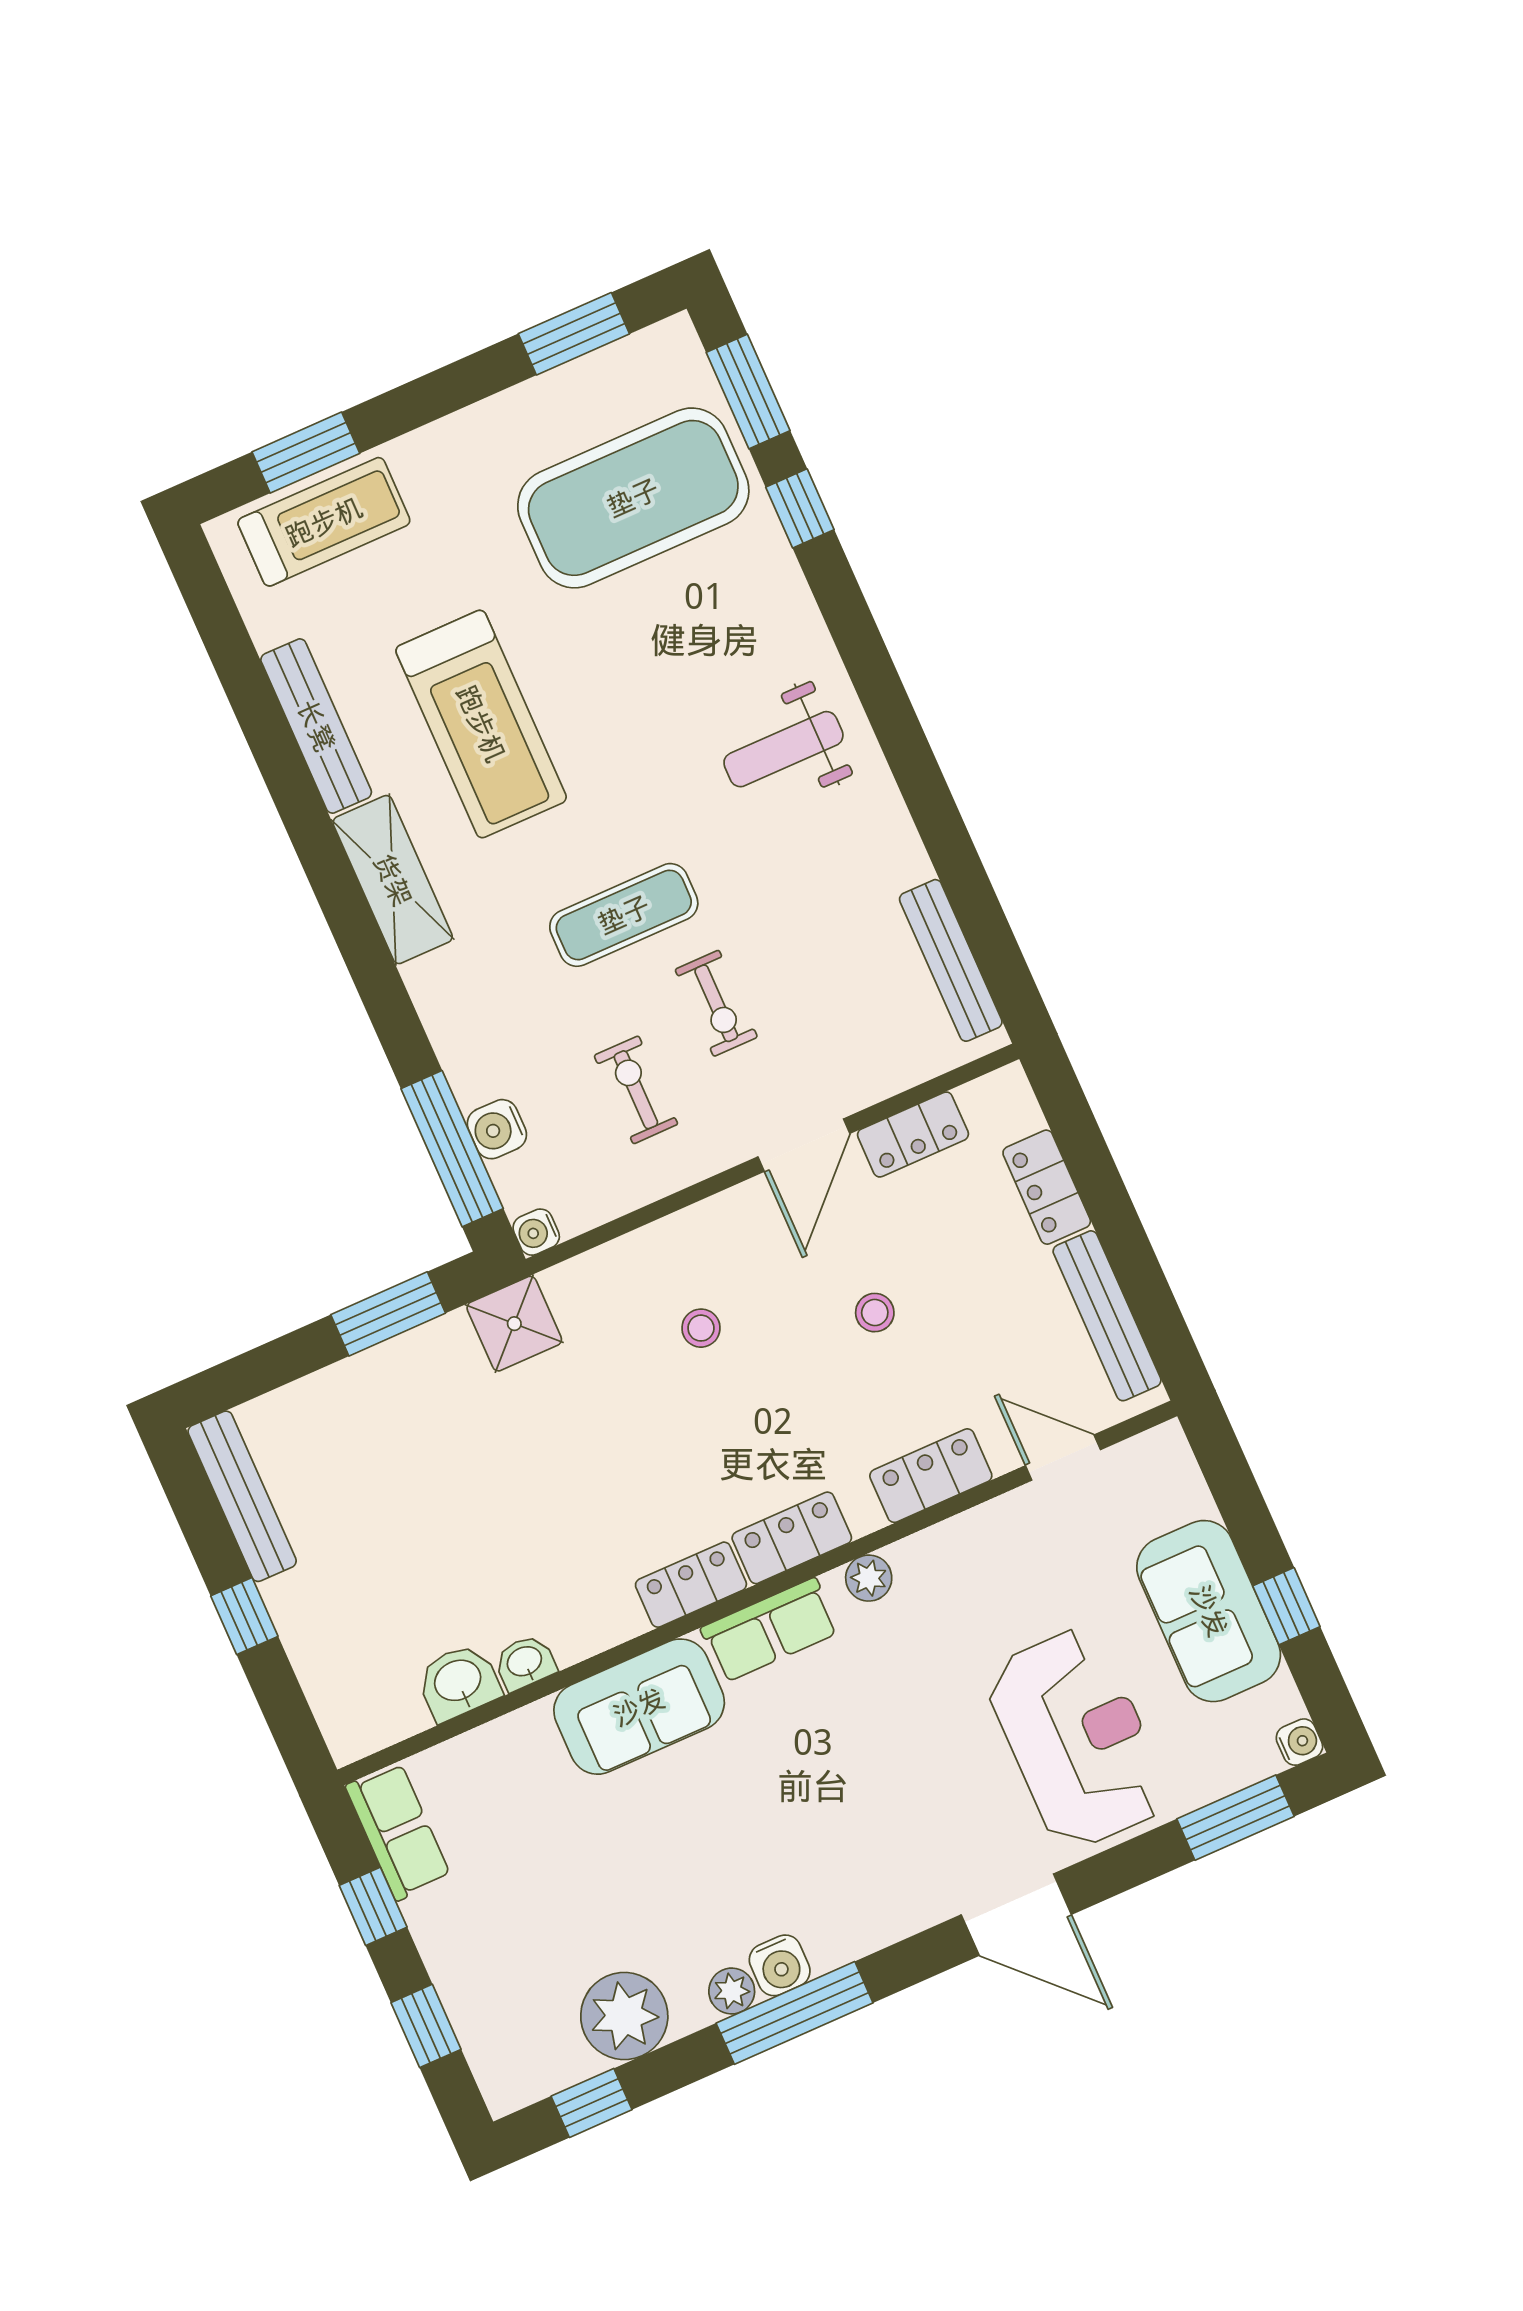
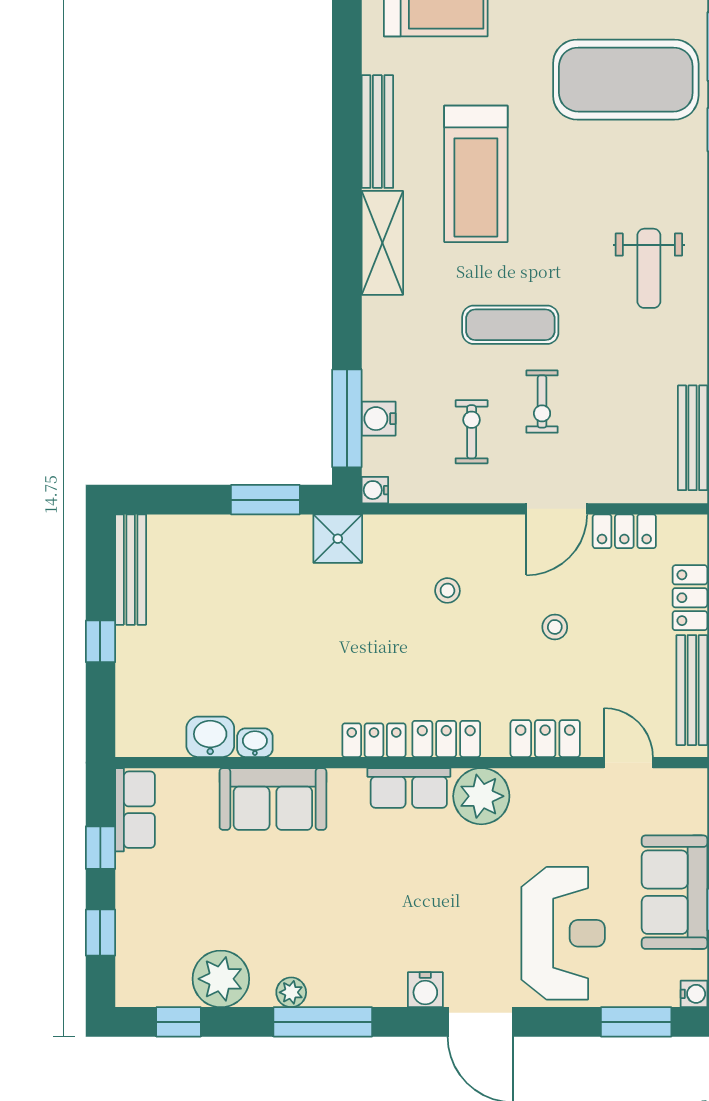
weight bench: (783, 749) -> (649, 268), turned -90
plant: (869, 1578) -> (481, 796), width x1.87, depth x1.87
sofa: (639, 1707) -> (273, 799), moved
water cooler: (780, 1965) -> (425, 990), moved

